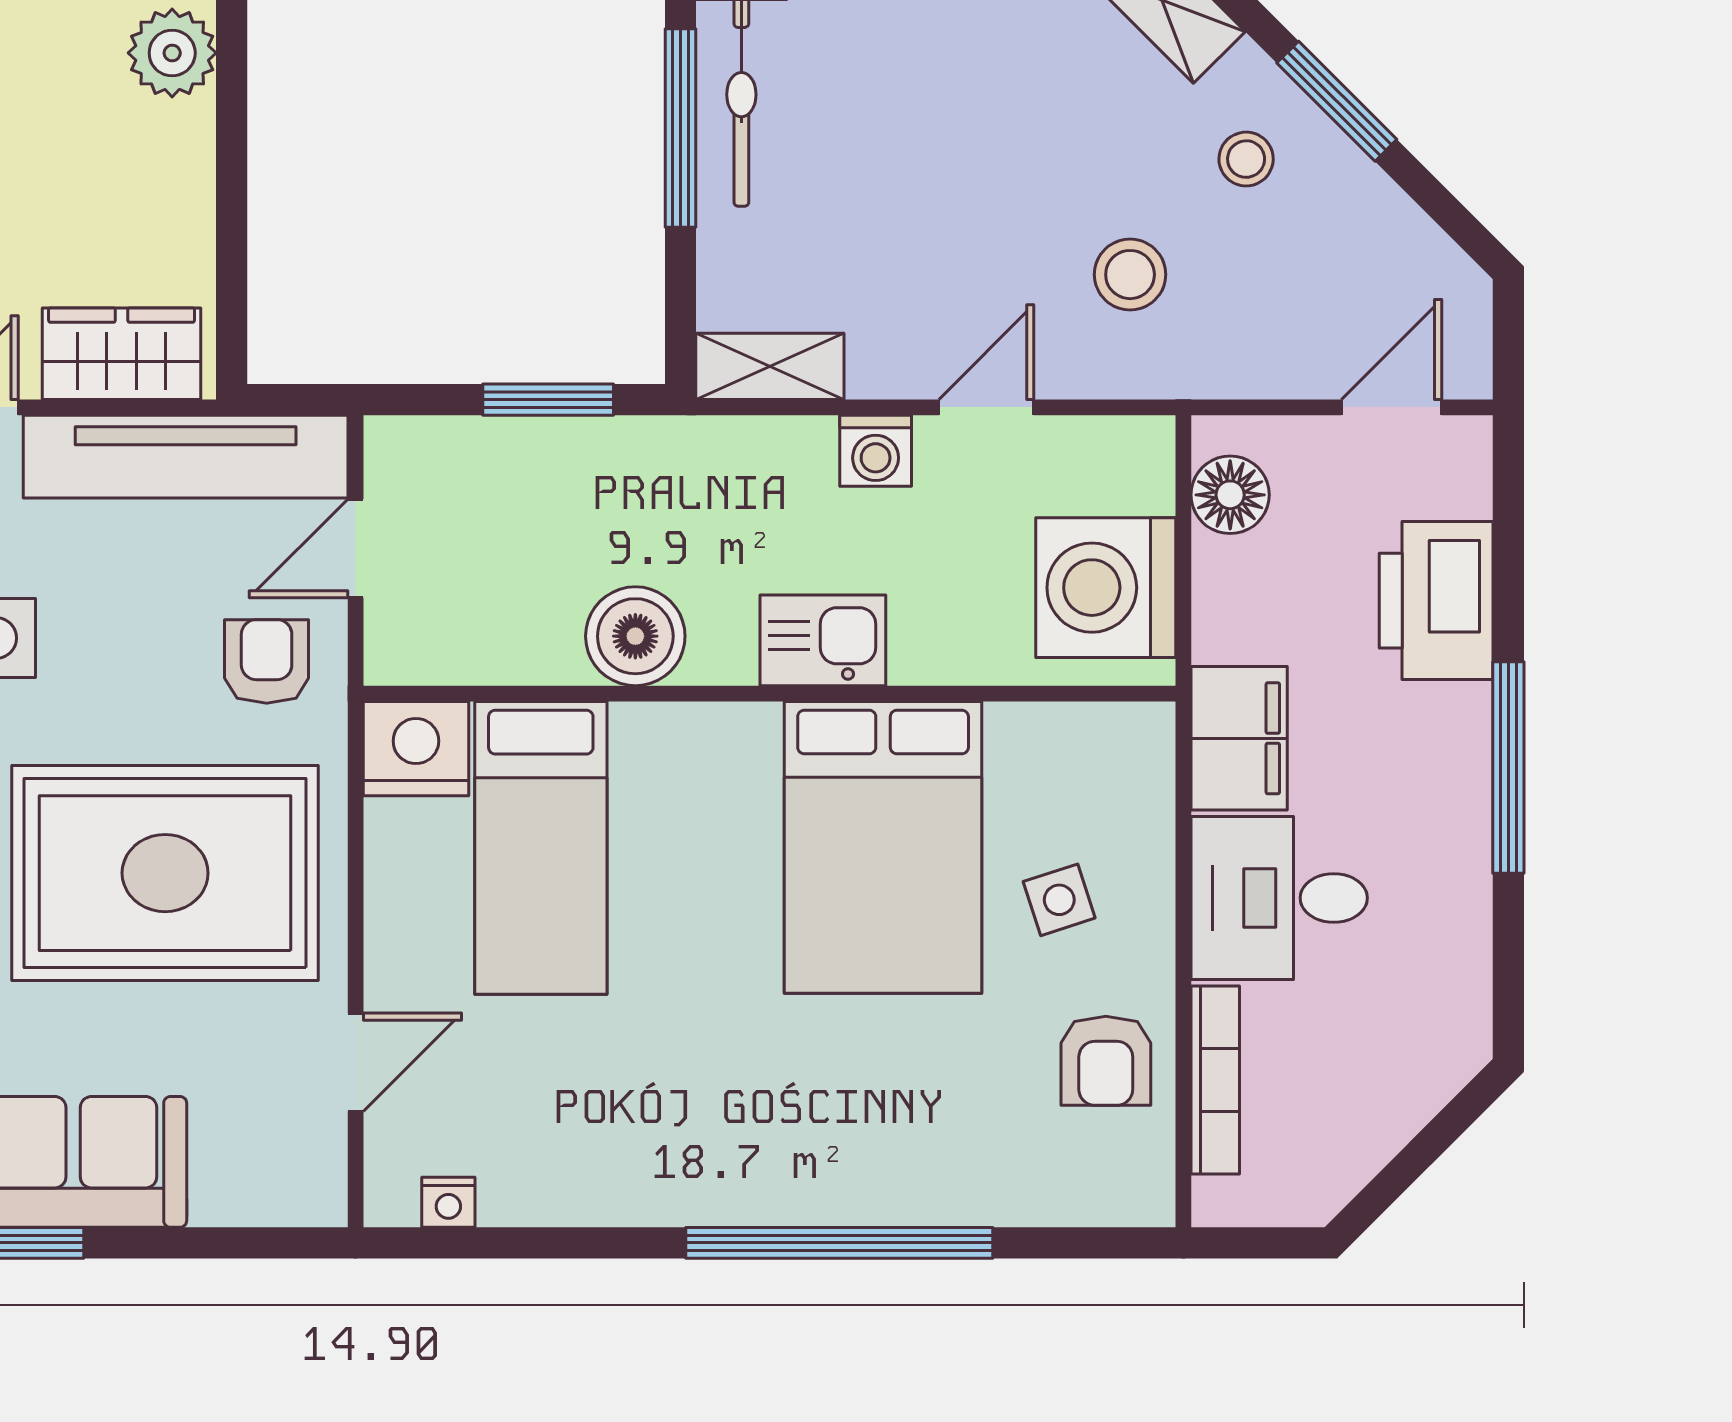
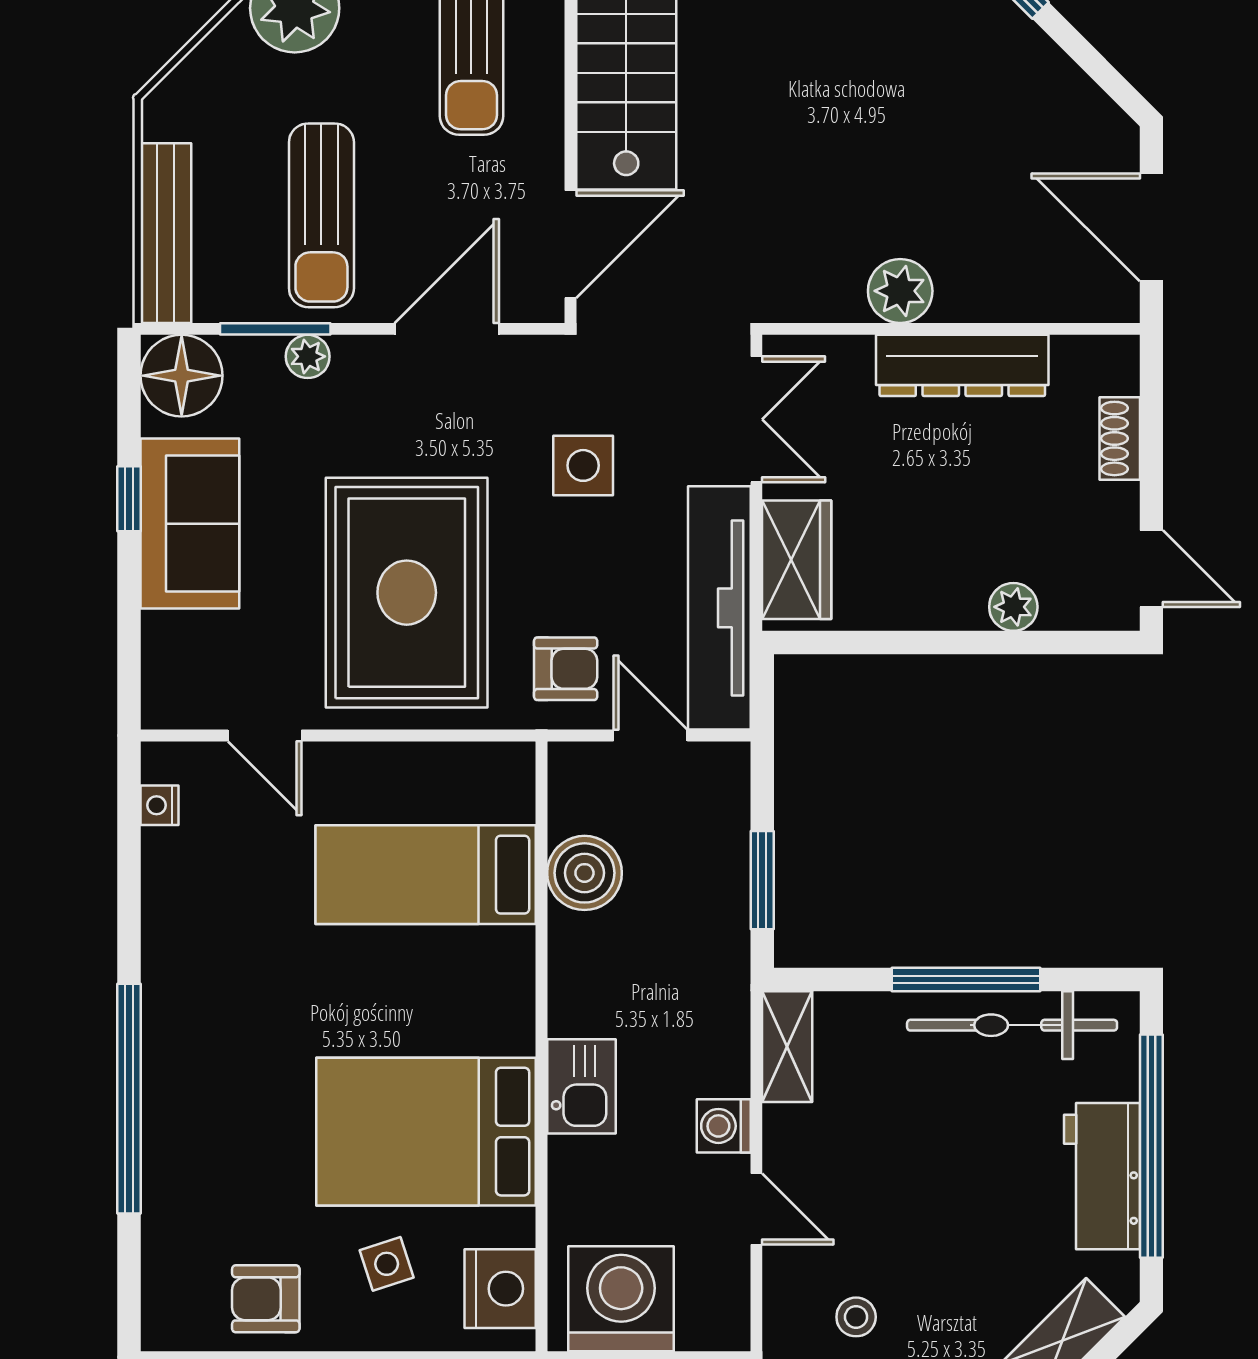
plant: (172, 53) -> (1013, 607), width x0.73, depth x0.73
stool: (1130, 275) -> (856, 1317), width x0.73, depth x0.73
boiler: (635, 636) -> (584, 873), moved
nightstand: (416, 749) -> (500, 1289), moved

